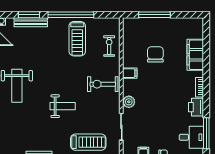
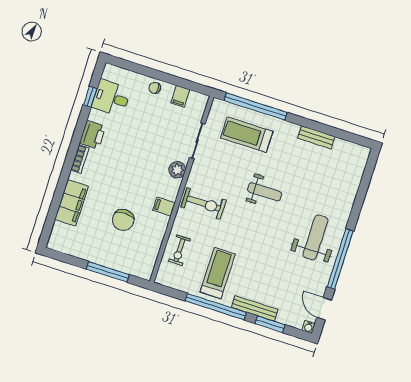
bench: (31, 22) -> (255, 308), moved
weight bench: (63, 106) -> (265, 192), turned 180
window: (206, 133) -> (90, 97), width x0.46

